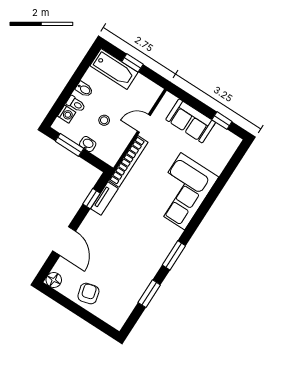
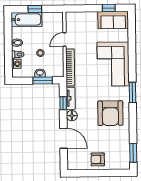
sofa: (191, 121) -> (113, 20), moved
window: (69, 145) -> (43, 80), moved
armchair: (140, 248) -> (110, 113), added
window: (174, 255) -> (132, 92), moved
floor lamp: (54, 280) -> (72, 116), moved
armchair: (88, 294) -> (98, 159), turned -75
window: (149, 294) -> (133, 153), moved

